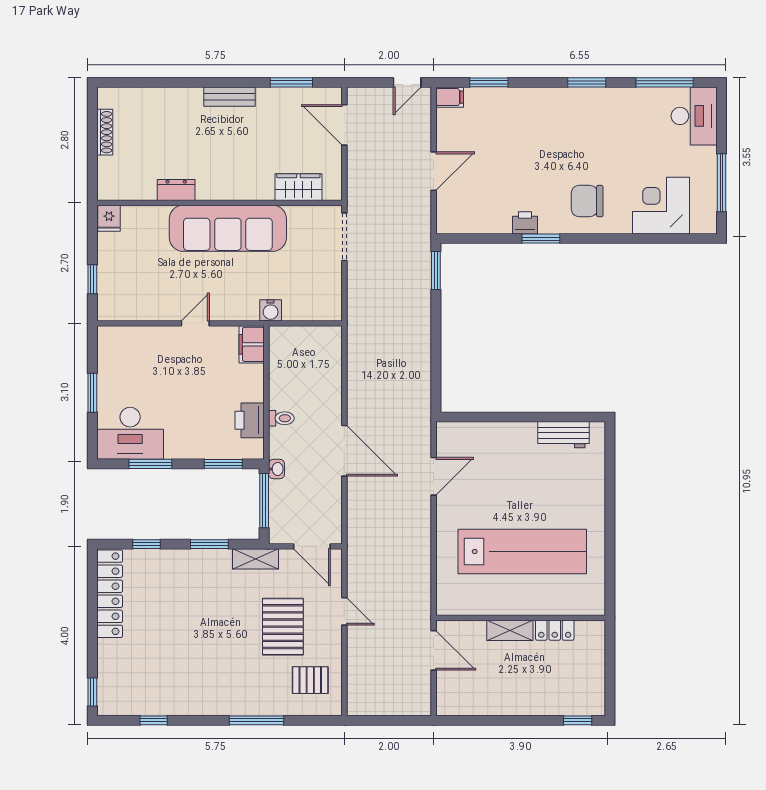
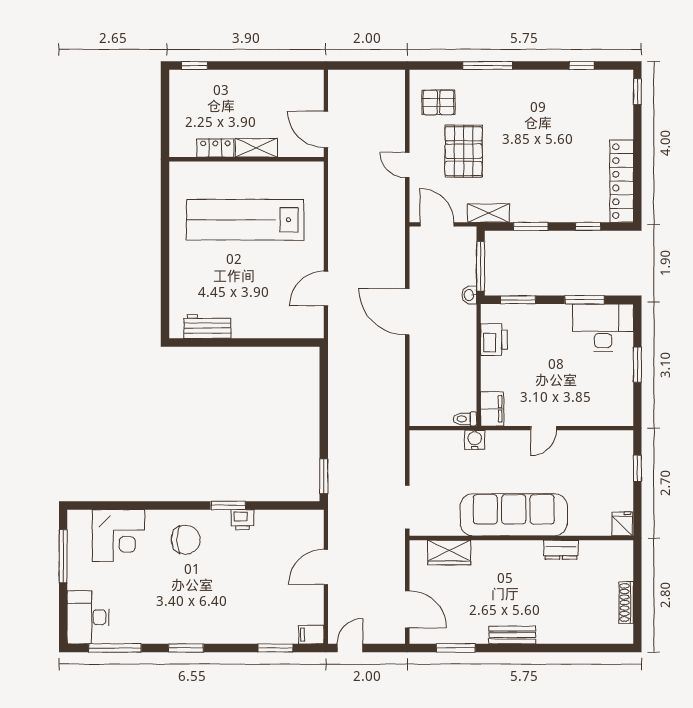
toilet: (281, 418) -> (465, 419), moved

